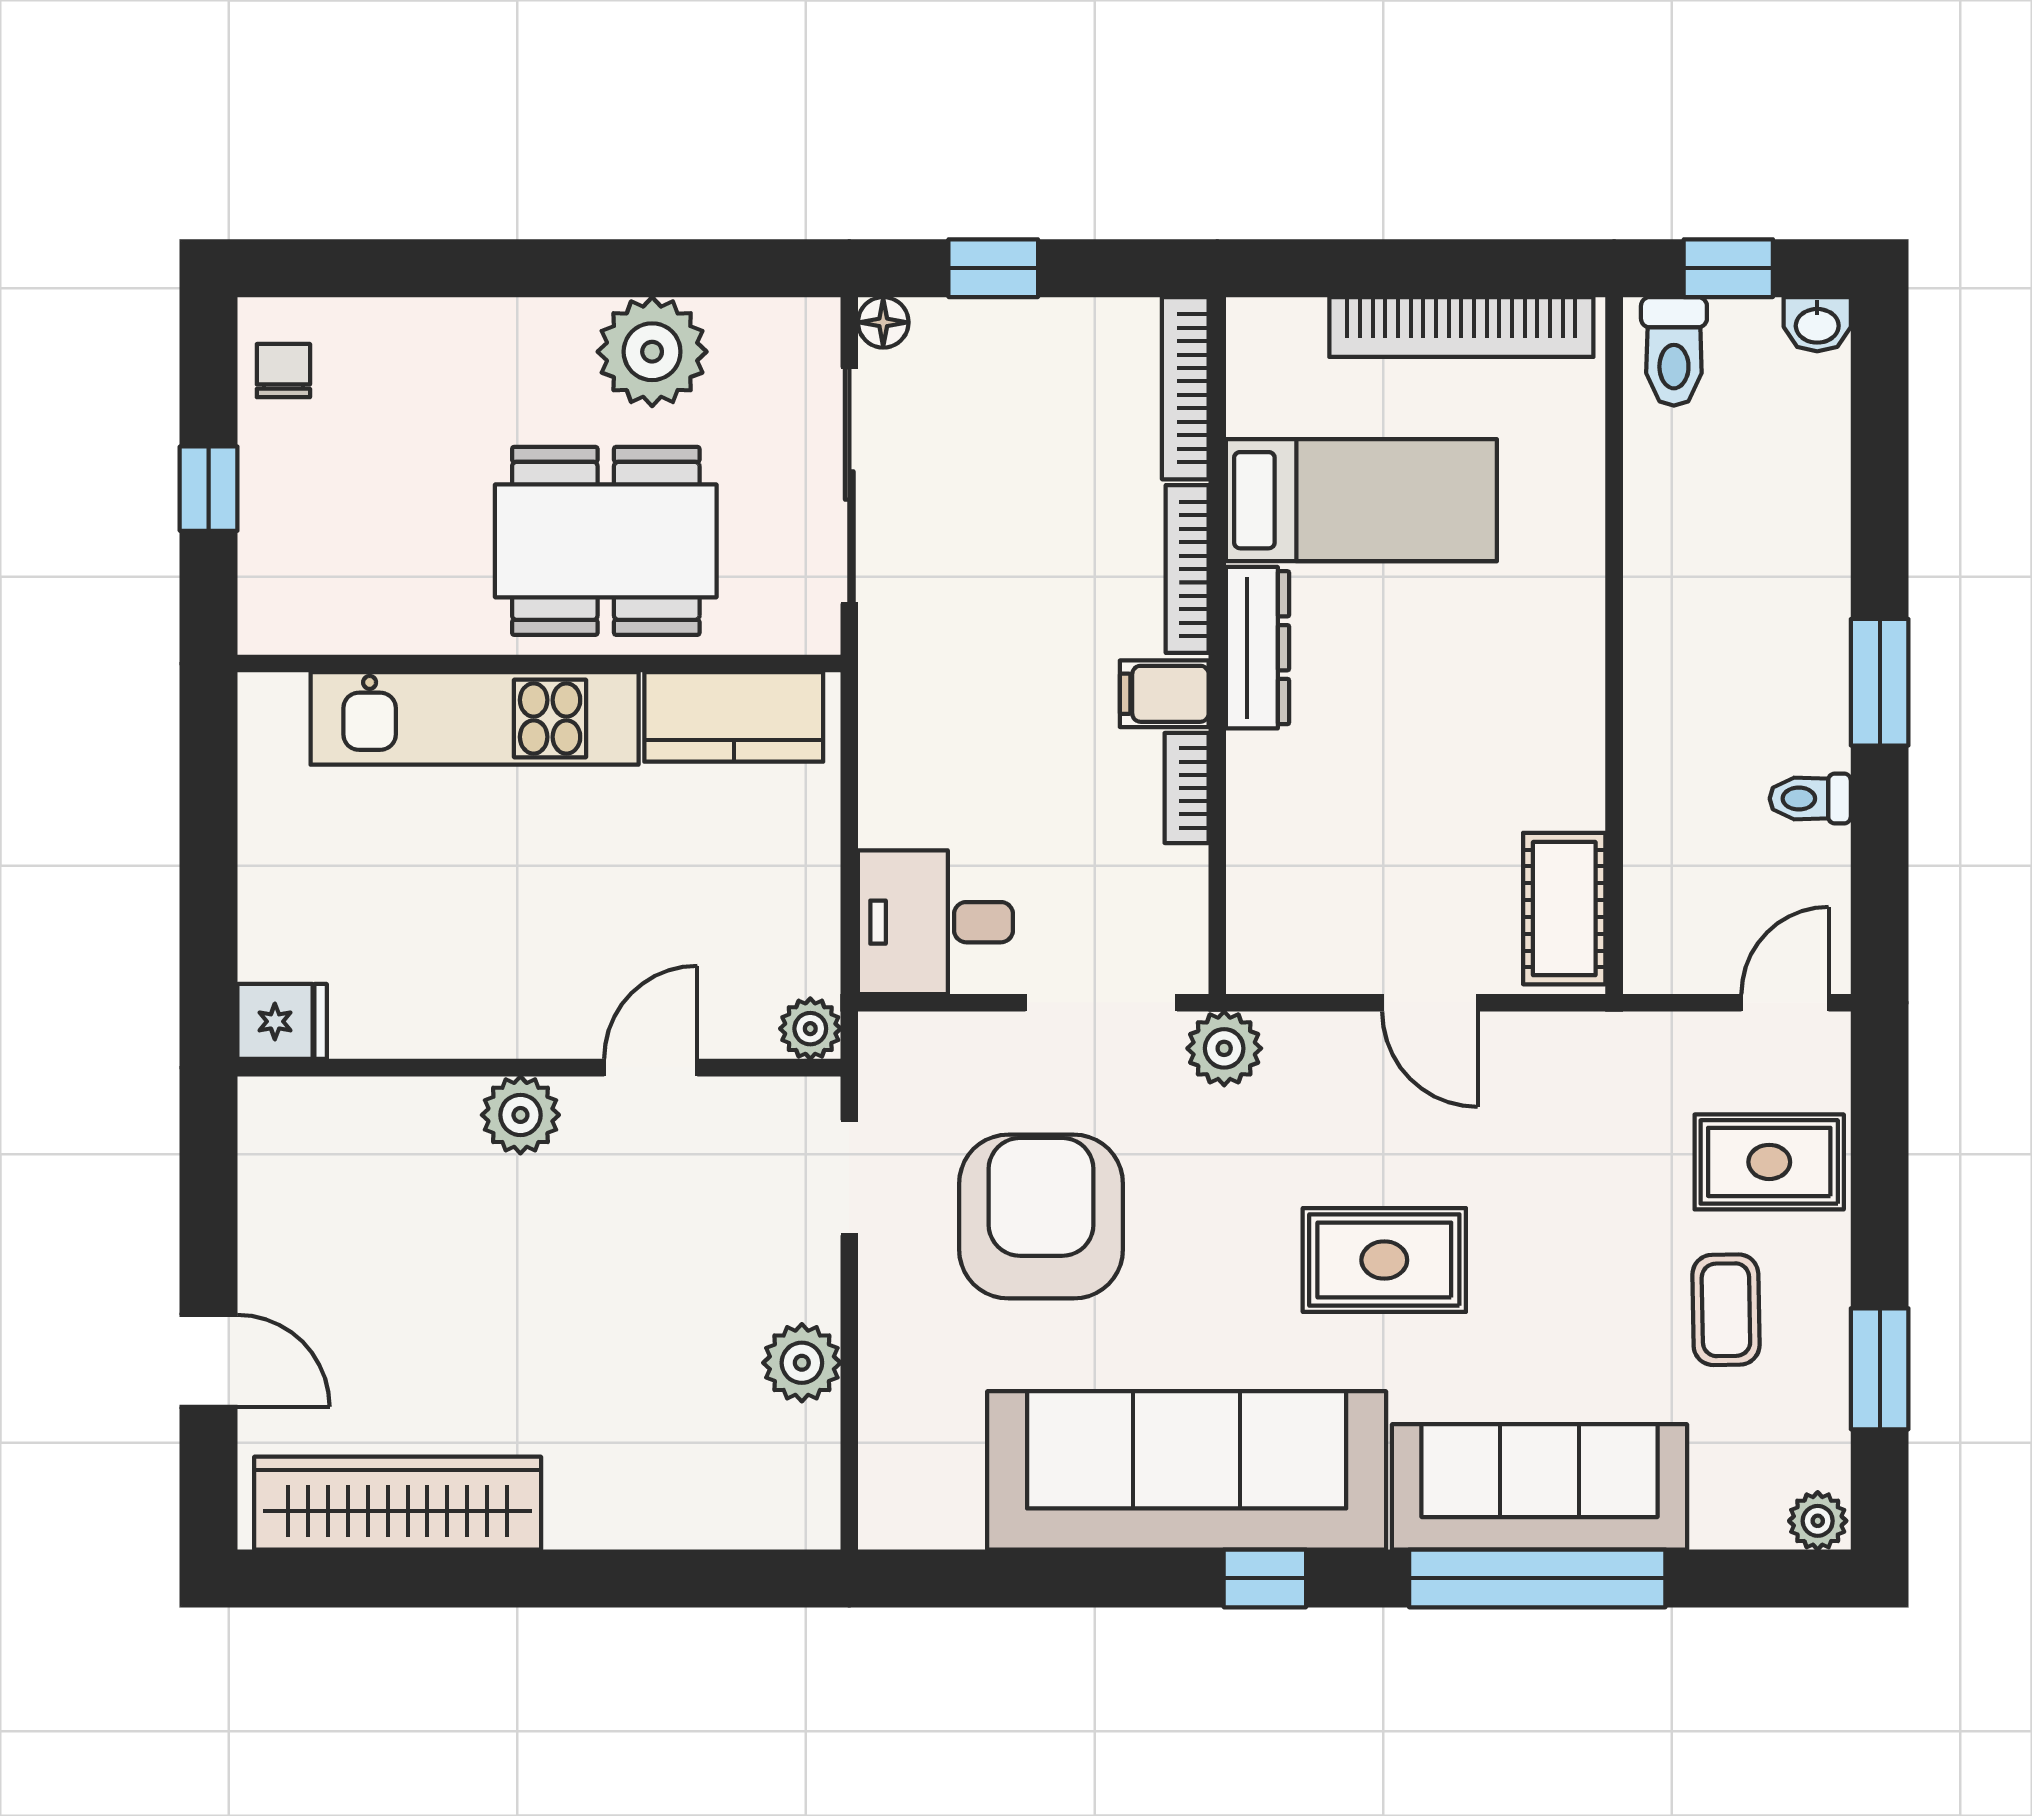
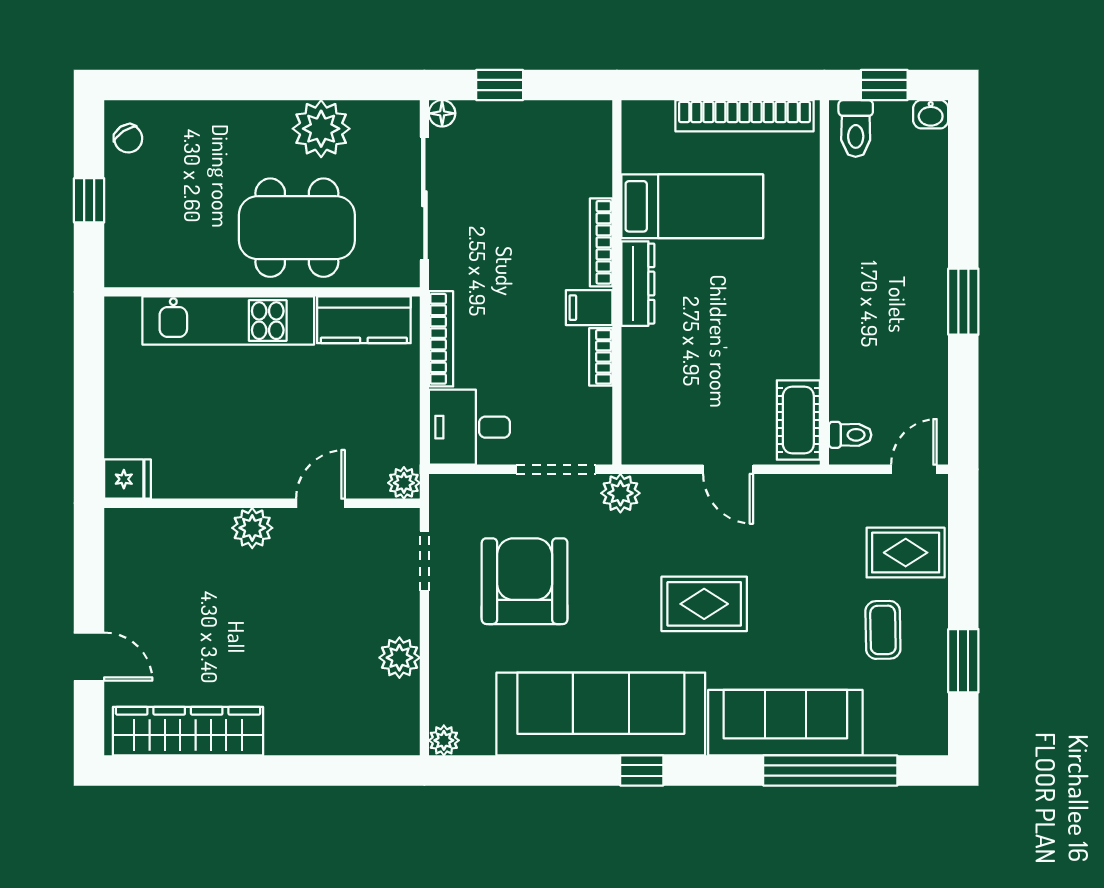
chair: (283, 371) -> (128, 139), turned 146
bookcase: (1185, 388) -> (441, 339), moved, turned 180
toilet: (1810, 799) -> (850, 435), moved, turned 180
plant: (1818, 1521) -> (444, 740), moved
window: (1537, 1578) -> (830, 770), moved

